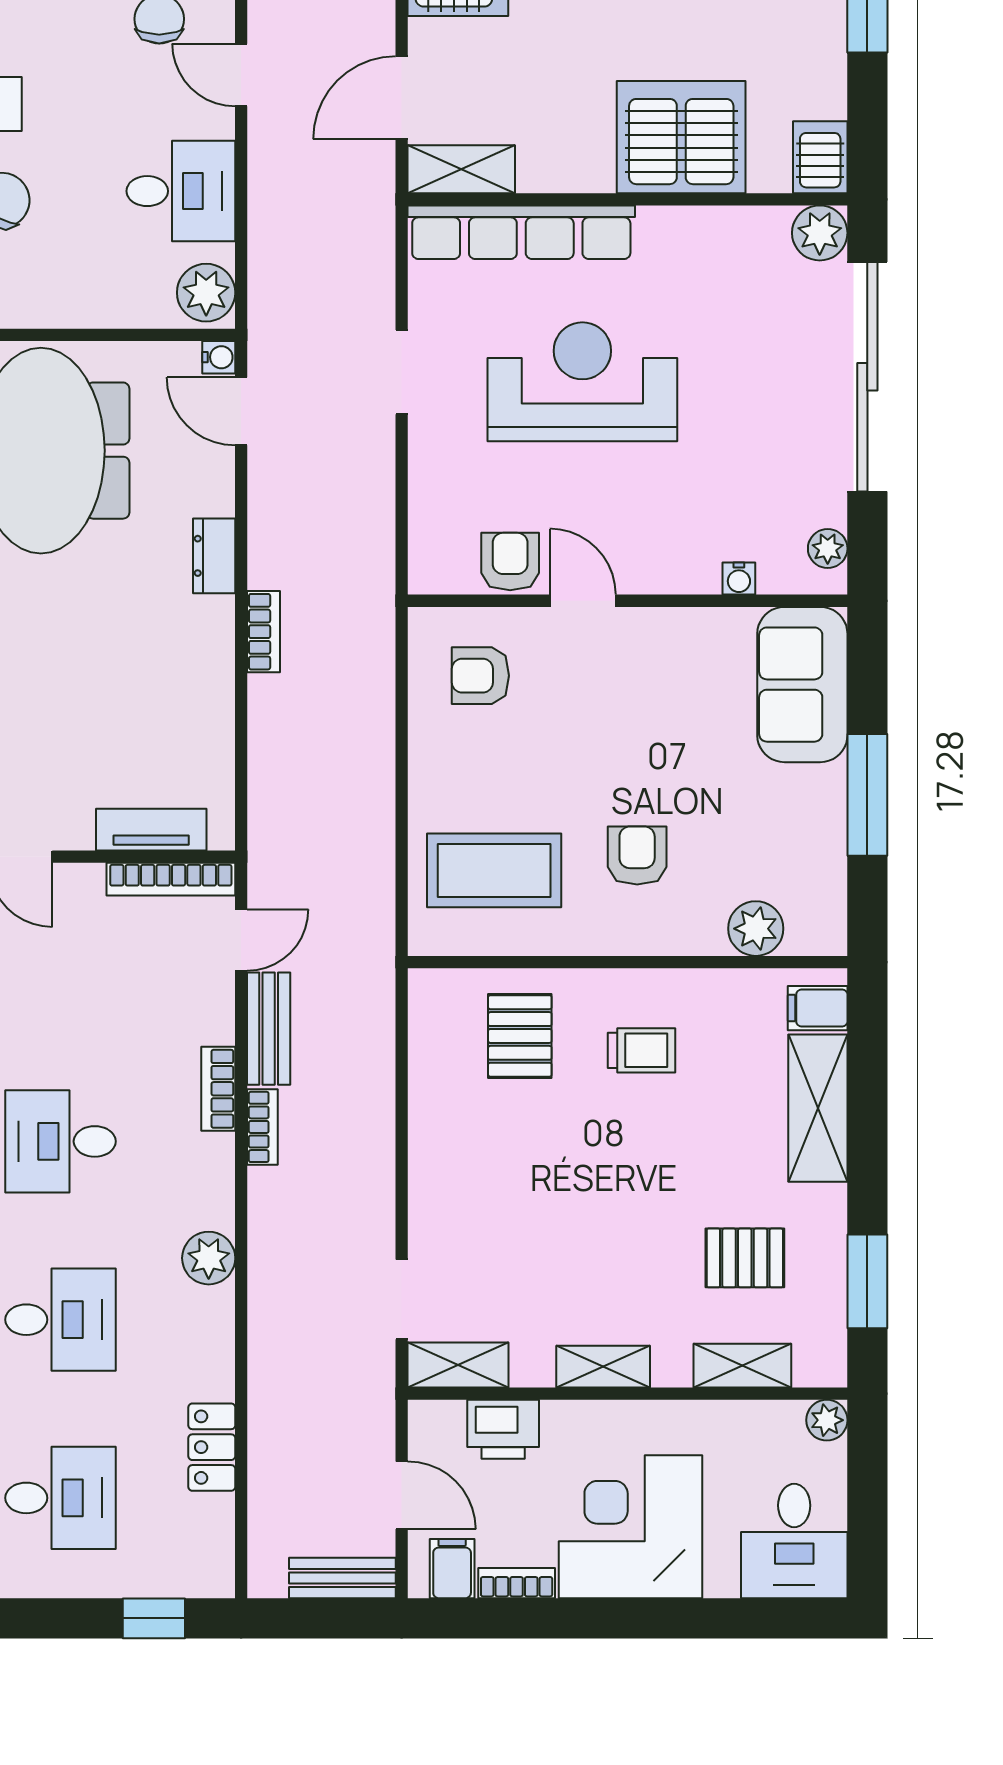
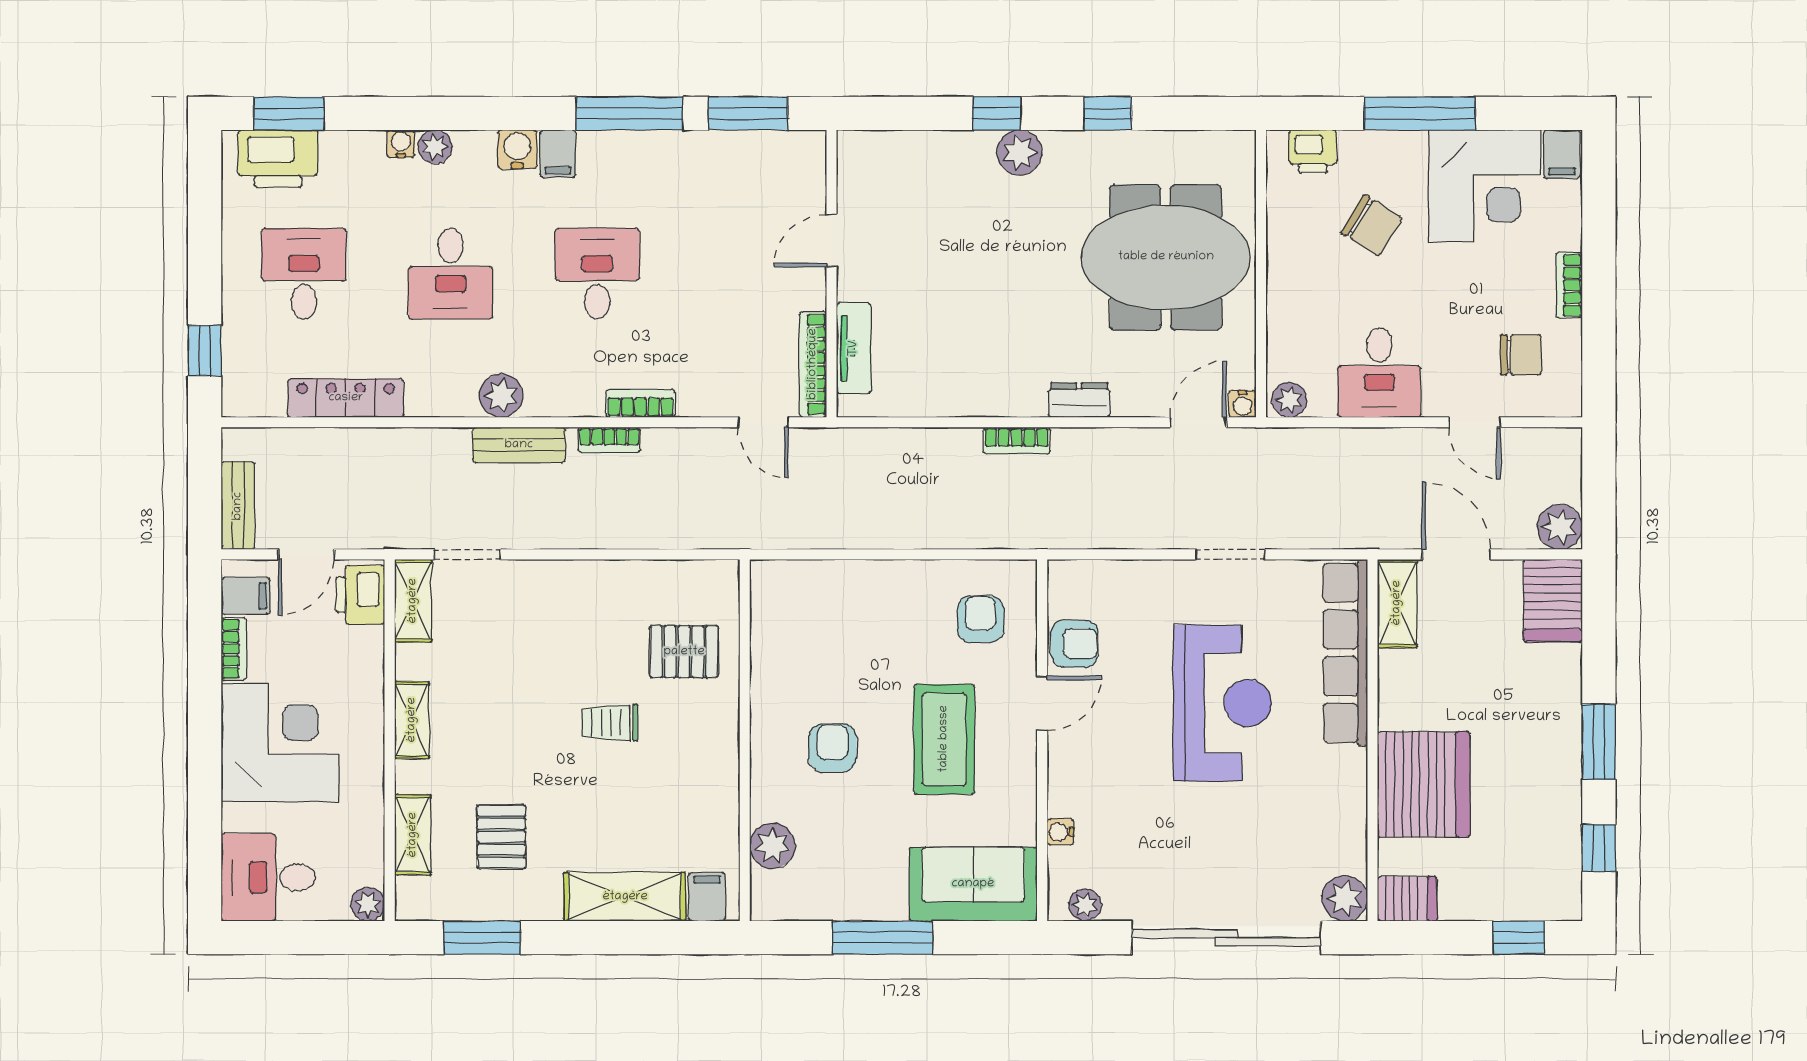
door: (241, 75) -> (1475, 422), swing flipped
plant: (206, 293) -> (1289, 400), width x0.73, depth x0.73
armchair: (637, 856) -> (832, 748), turned -90
coffee table: (494, 870) -> (944, 739), moved
bench: (269, 1029) -> (519, 445), moved
trolley: (641, 1050) -> (610, 723), moved, turned 90
printer: (503, 1429) -> (360, 595), moved
locker: (212, 1447) -> (346, 398), width x1.53
desk: (60, 1498) -> (304, 274), turned 180

